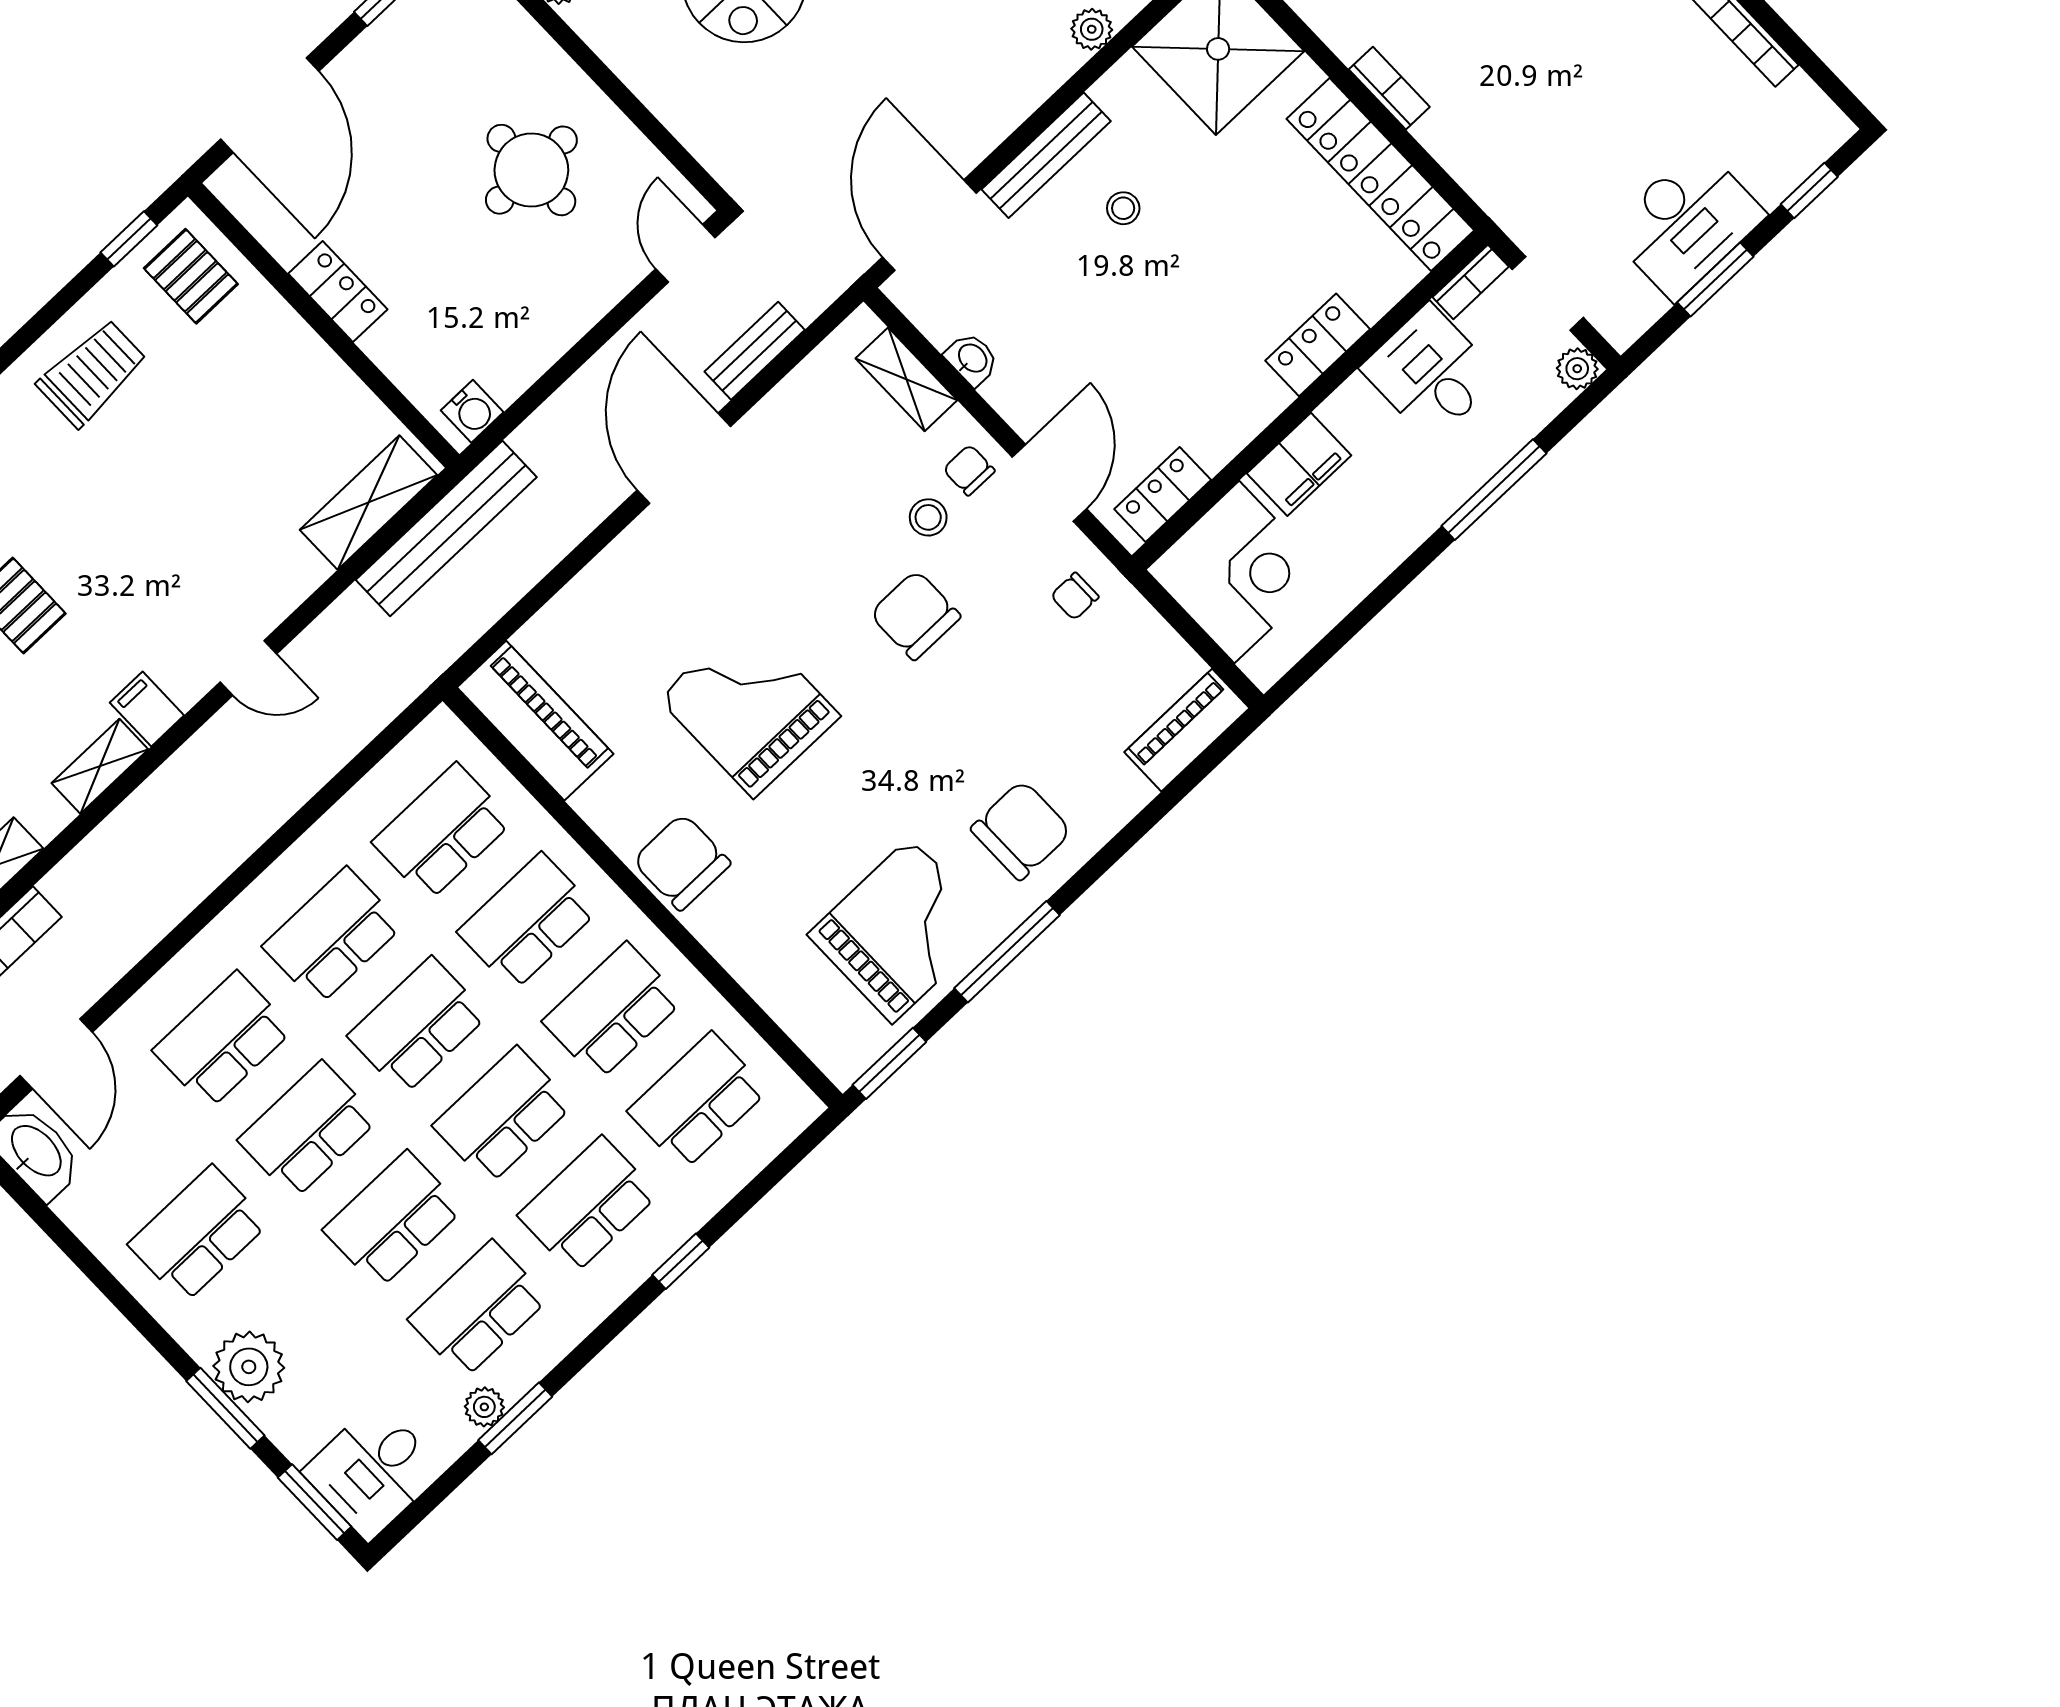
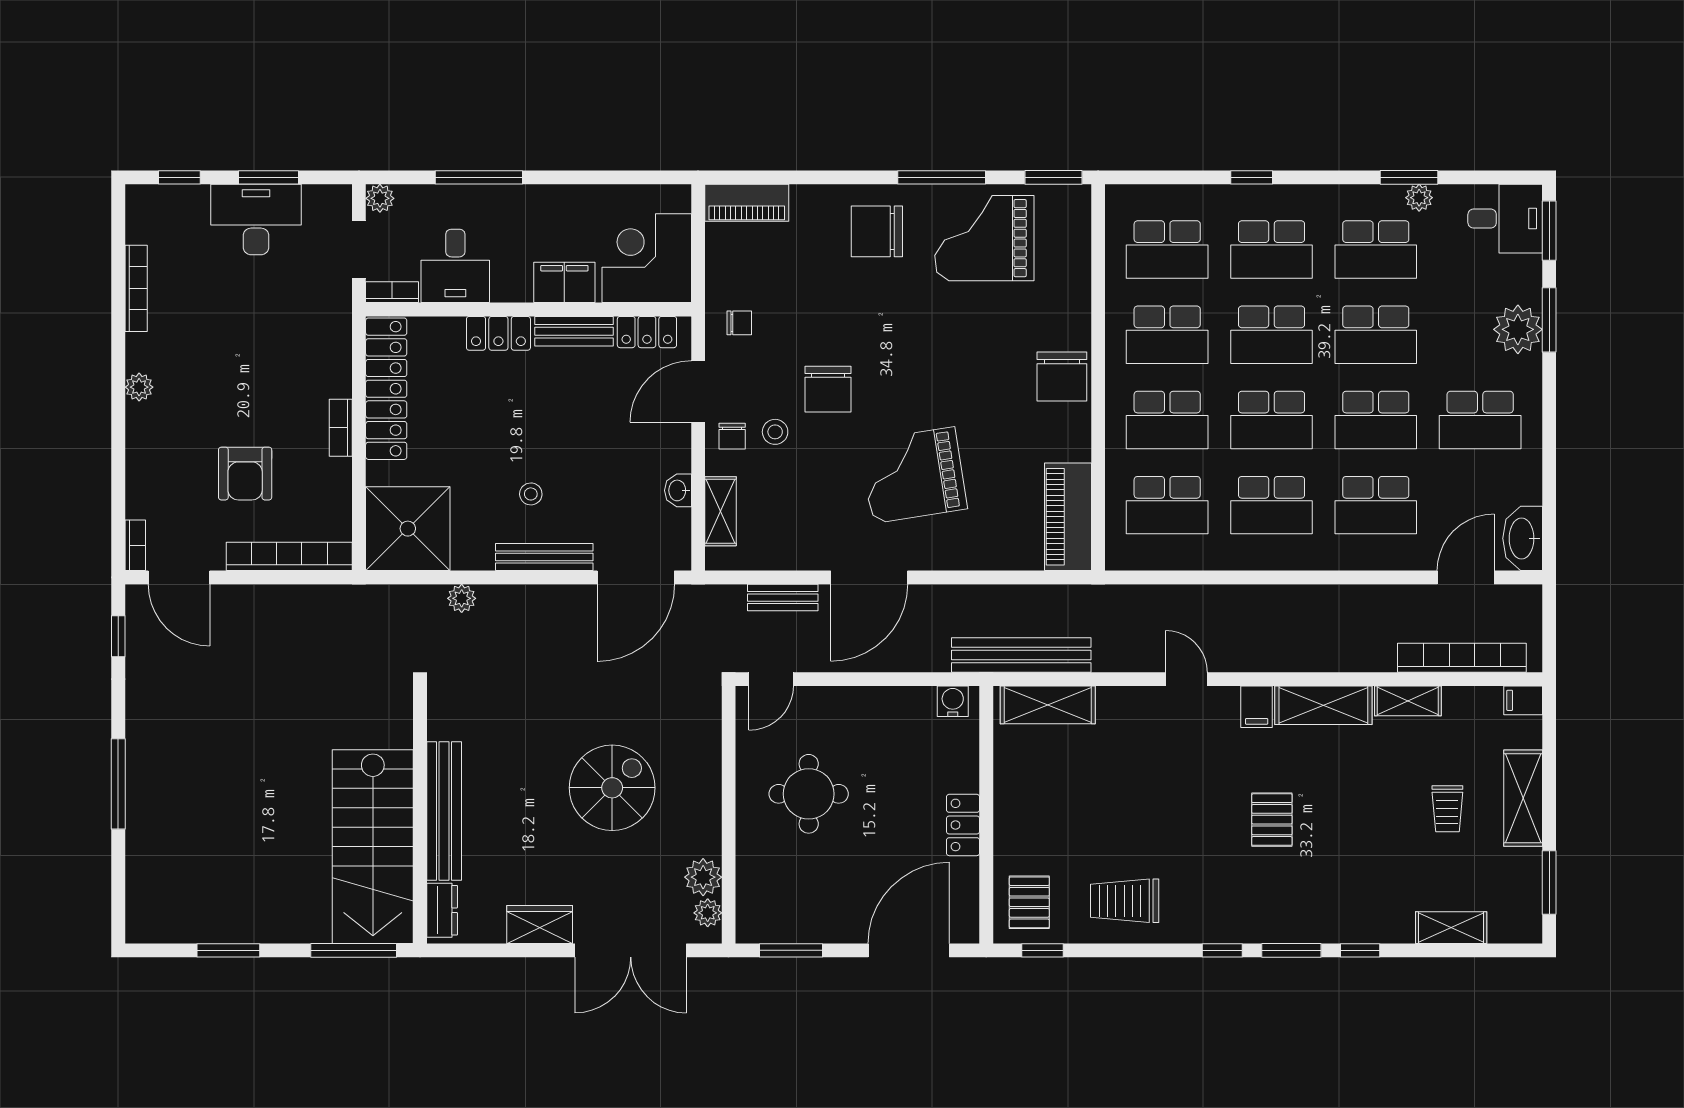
bench: (1240, 422) -> (574, 331), added
grand piano: (749, 707) -> (914, 475), moved, turned 81
shelving: (100, 766) -> (1323, 705), width x1.50, depth x1.33

